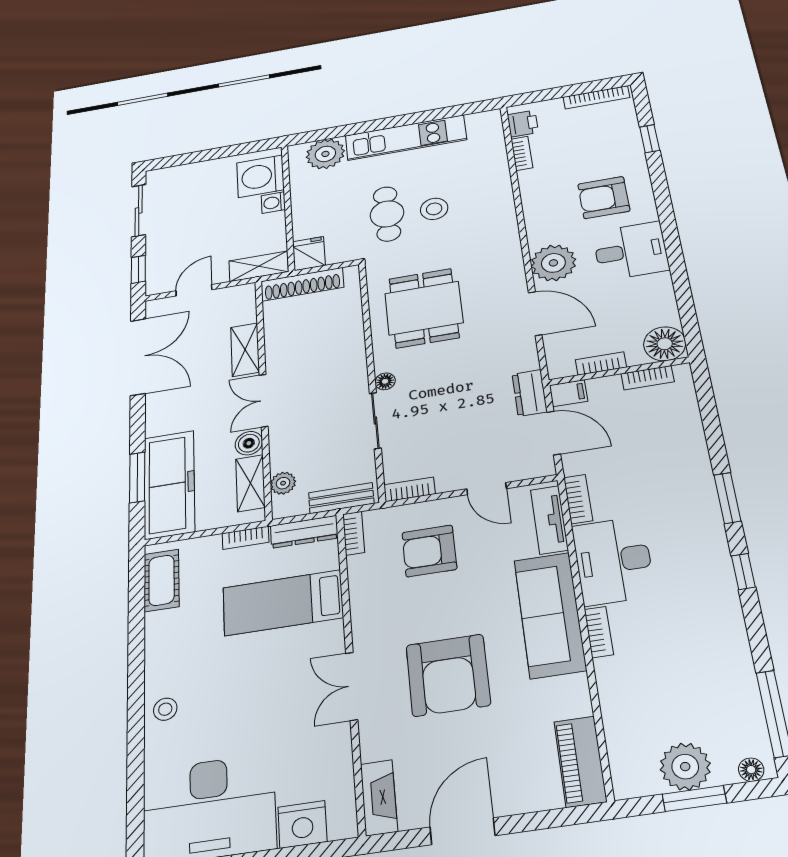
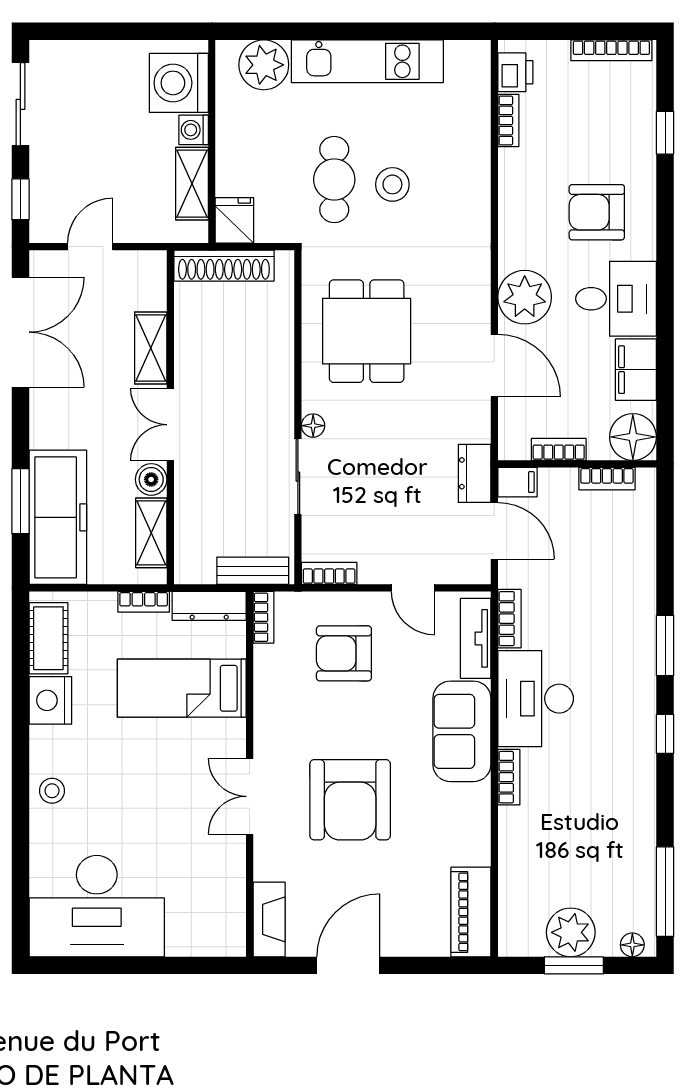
shelving: (259, 266) -> (192, 184), moved, turned 90
filing cabinet: (658, 296) -> (636, 370), added
plant: (283, 483) -> (188, 540), removed
sofa: (550, 615) -> (462, 731), width x0.73
nightstand: (302, 824) -> (50, 700), moved, turned 90

